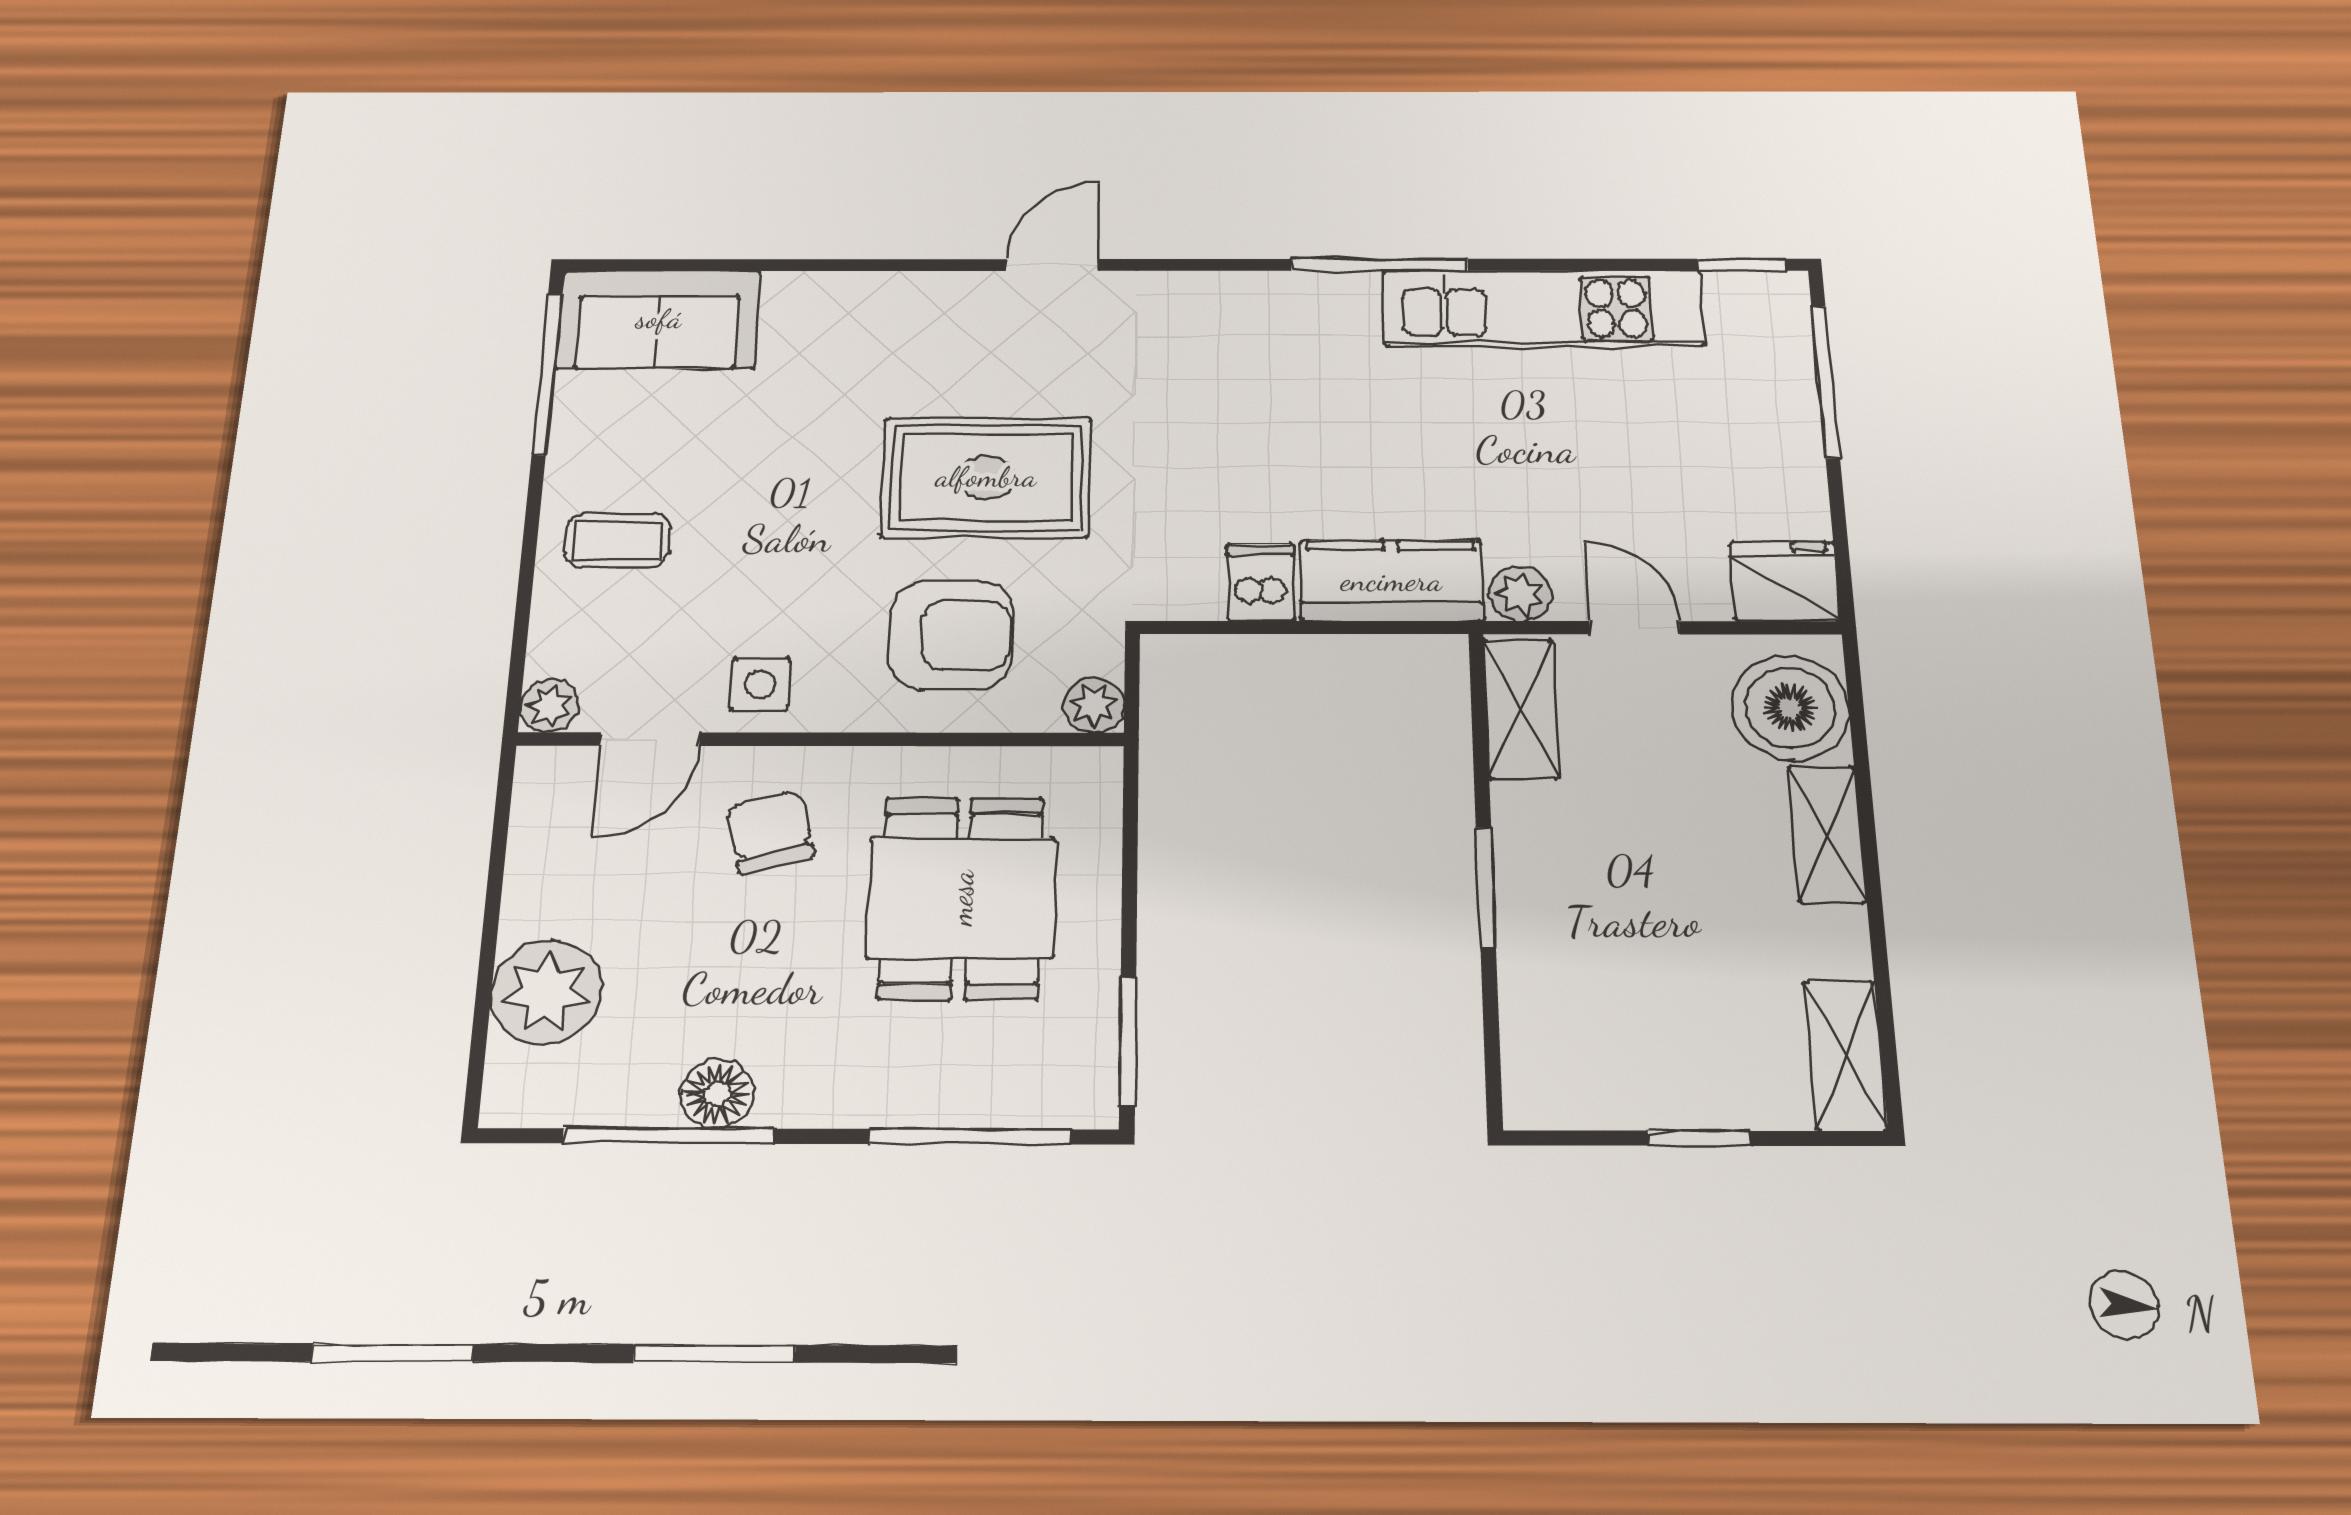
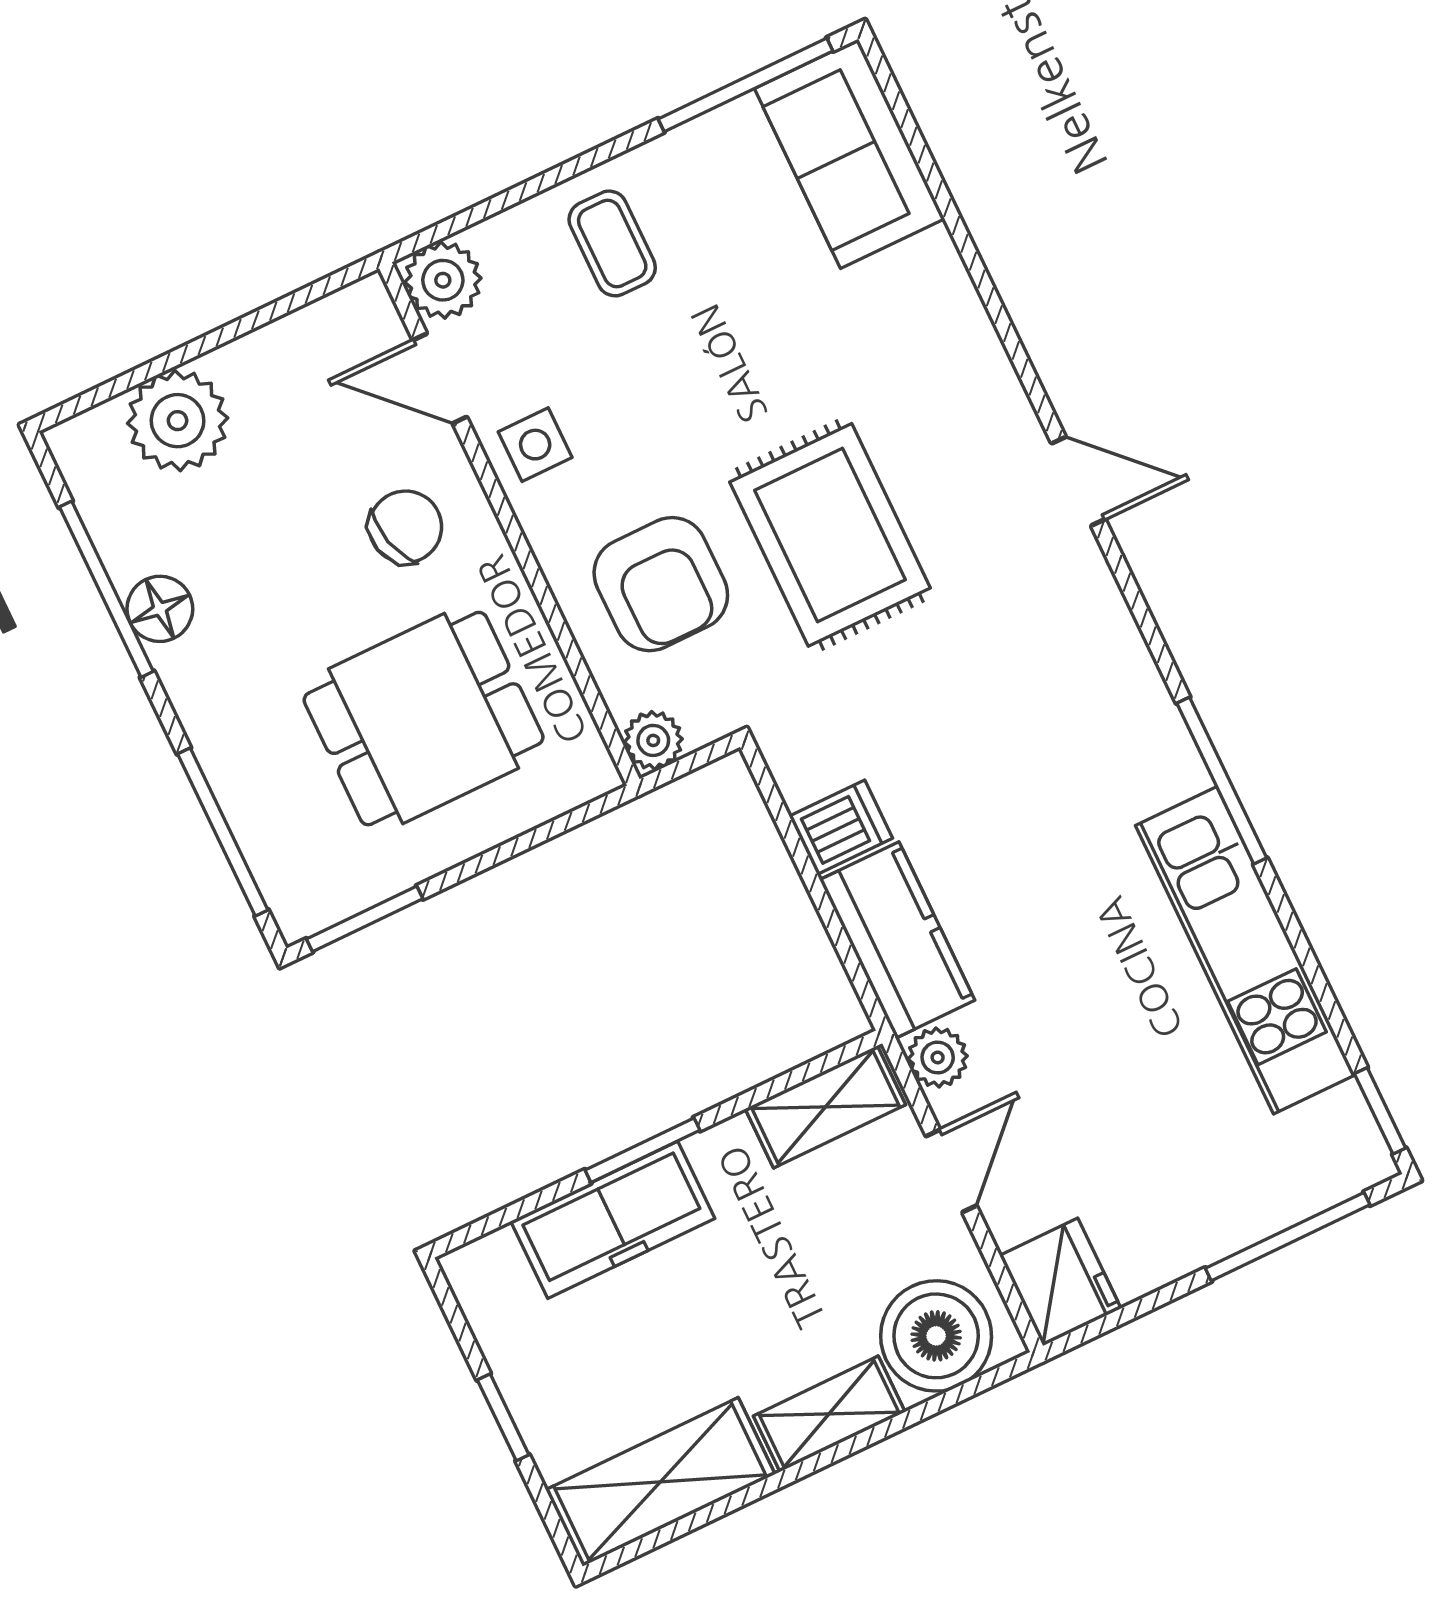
plant: (550, 706) -> (443, 280), width x1.38, depth x1.38
freezer: (1543, 945) -> (613, 1220), added
shelving: (1845, 1055) -> (660, 1482), width x1.50, depth x1.33

